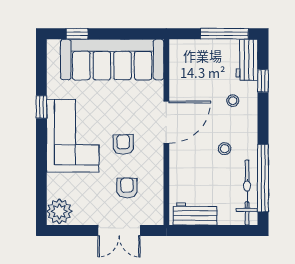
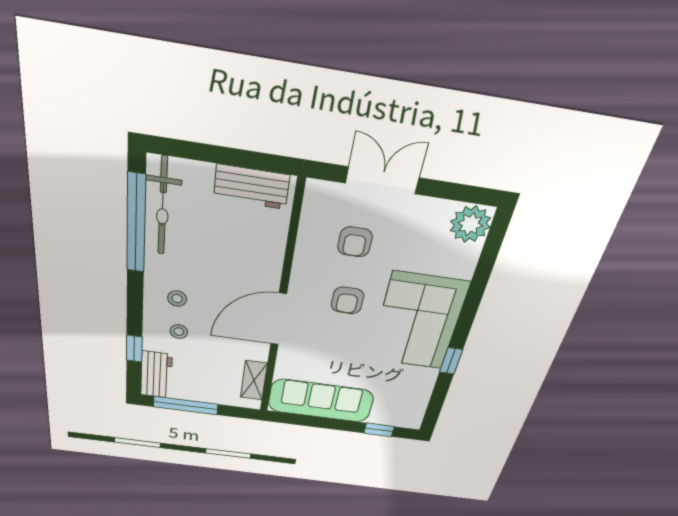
sofa: (112, 60) -> (321, 401), width x0.74, depth x0.79
shelving: (177, 66) -> (254, 380), added
stool: (225, 149) -> (177, 299), moved

